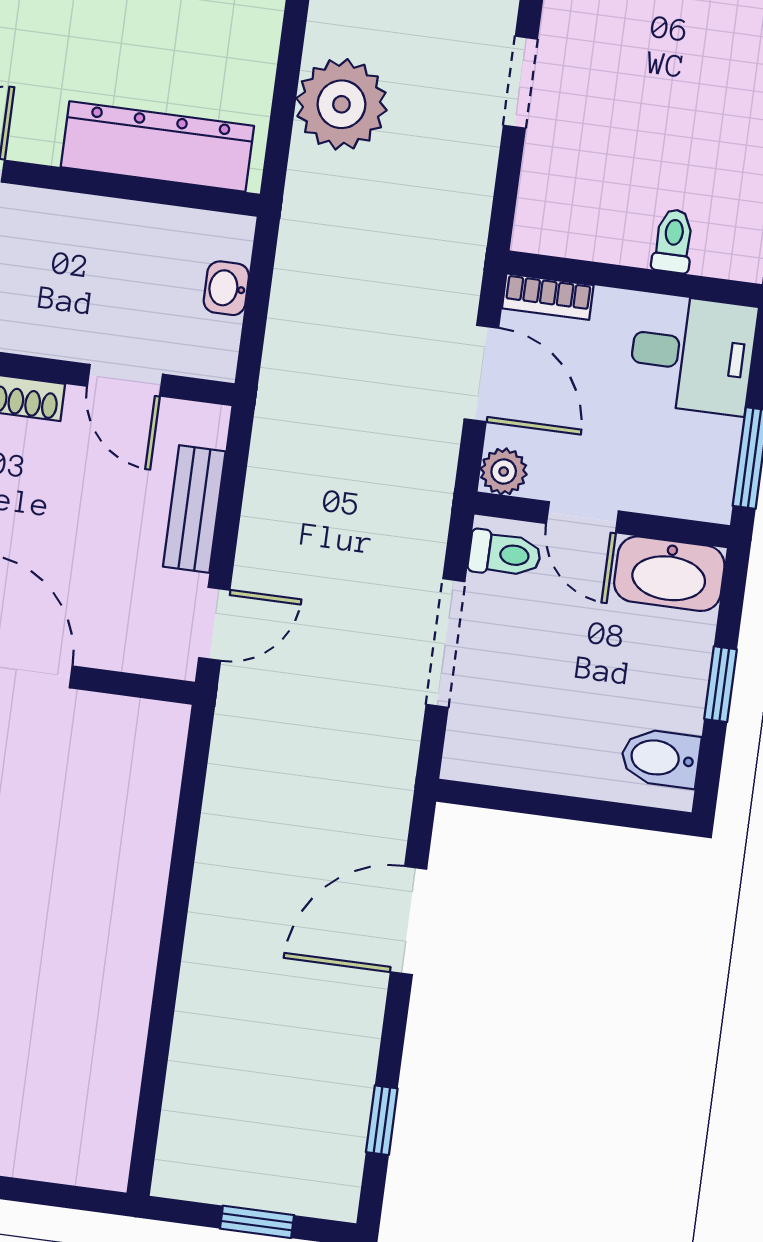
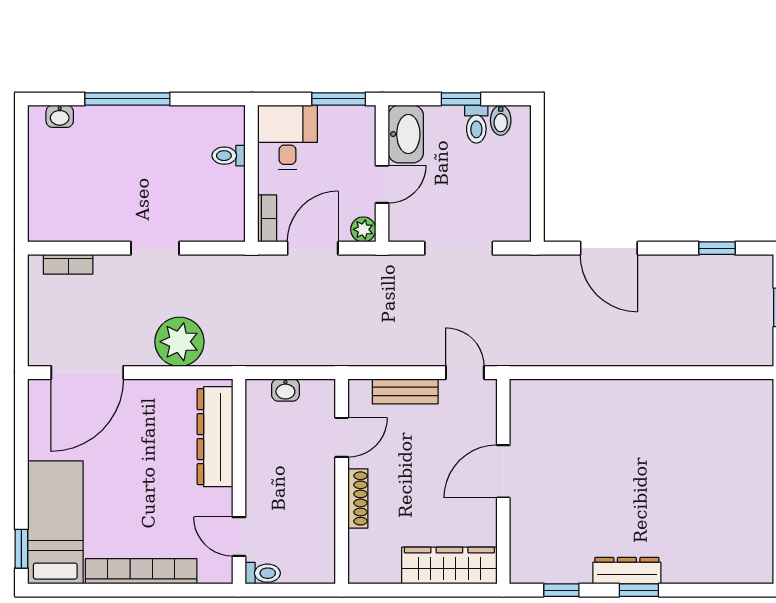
toilet: (505, 554) -> (476, 124), moved, turned 180
bidet: (660, 758) -> (501, 120), width x0.72, depth x0.74

